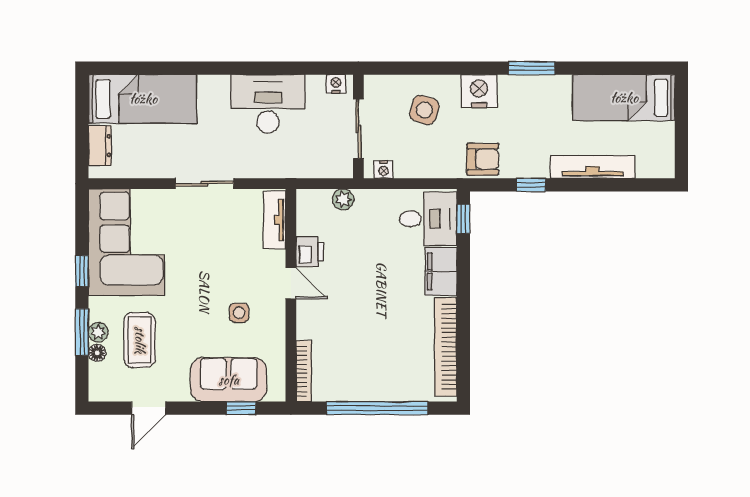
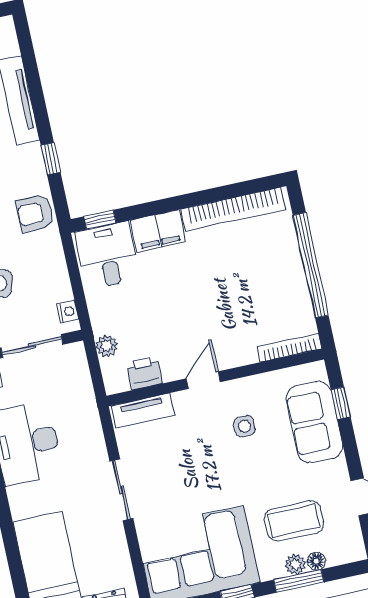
armchair: (483, 159) -> (35, 213), turned -90
printer: (310, 252) -> (144, 373), moved

